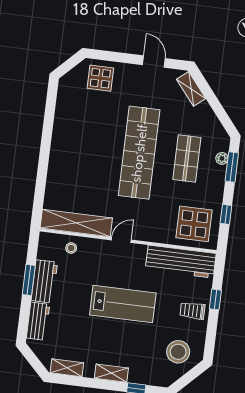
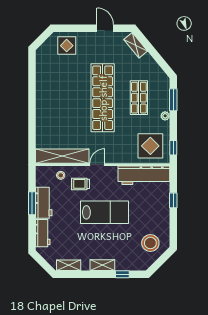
plant: (222, 158) -> (165, 116), moved
window: (226, 214) -> (173, 148), moved
trolley: (192, 311) -> (81, 184), moved

